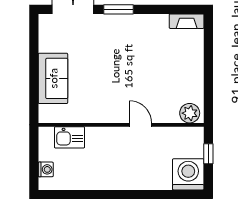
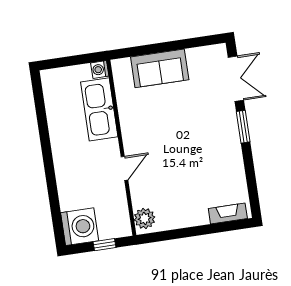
fireplace: (187, 21) -> (228, 213), moved, turned 90
kitchen sink: (69, 137) -> (99, 109), width x1.88, depth x1.24
washing machine: (46, 169) -> (100, 69), moved, turned 90

